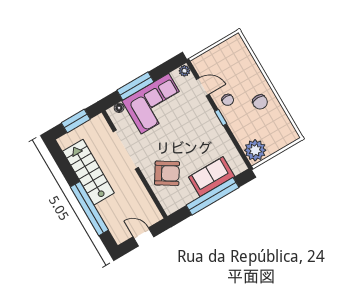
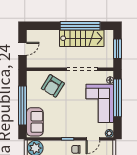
window: (135, 86) -> (118, 98), width x1.46
sofa: (212, 177) -> (35, 122), moved
window: (89, 209) -> (80, 26), moved

